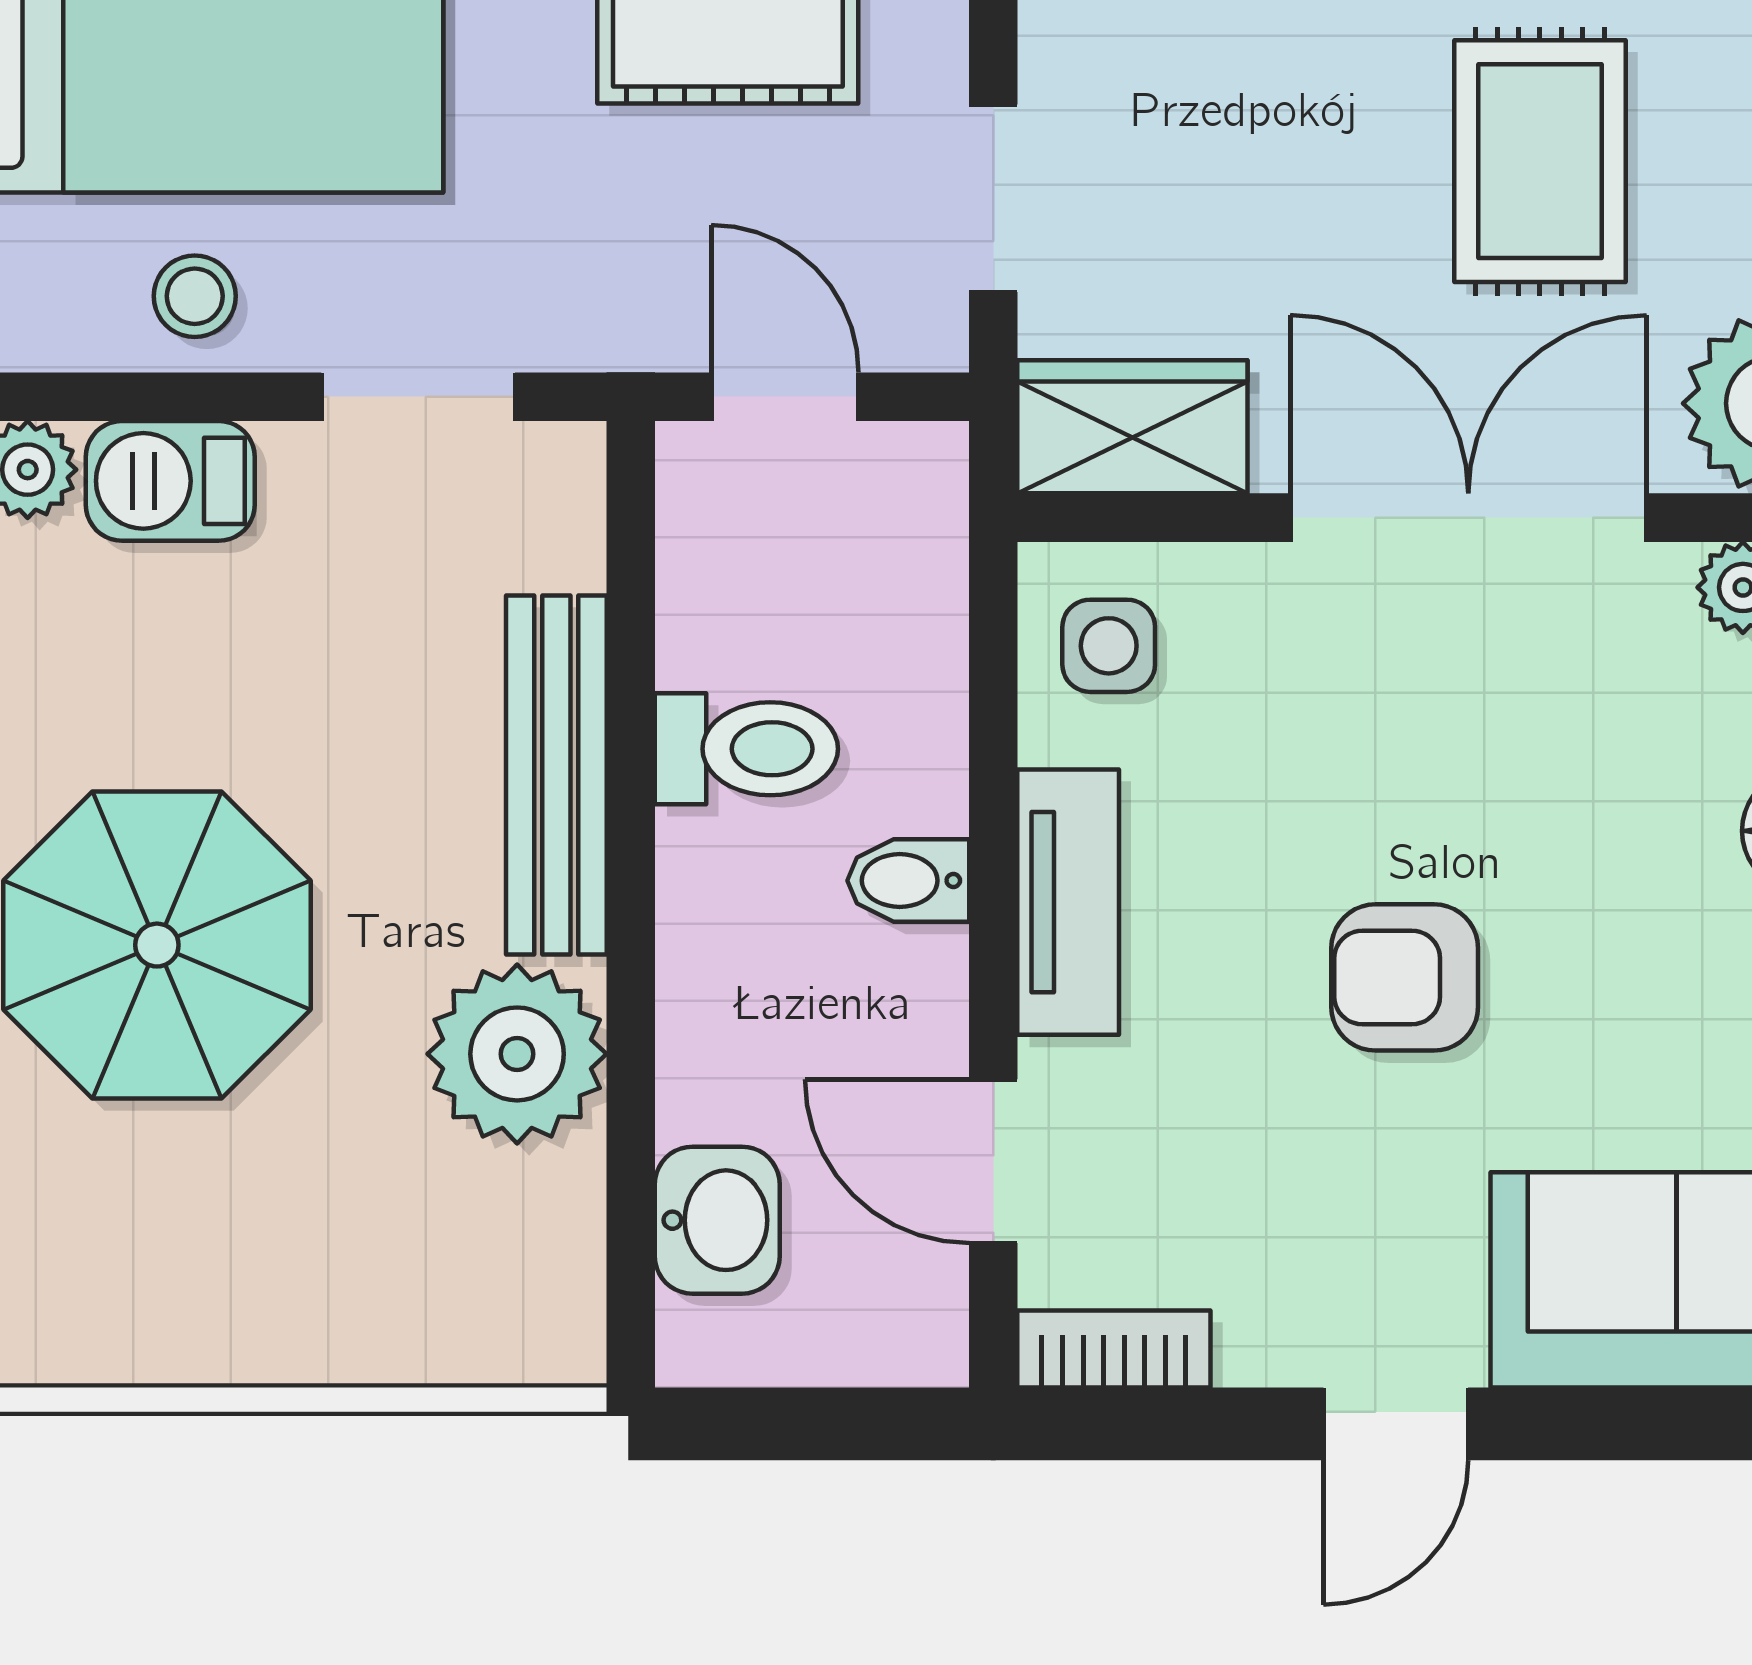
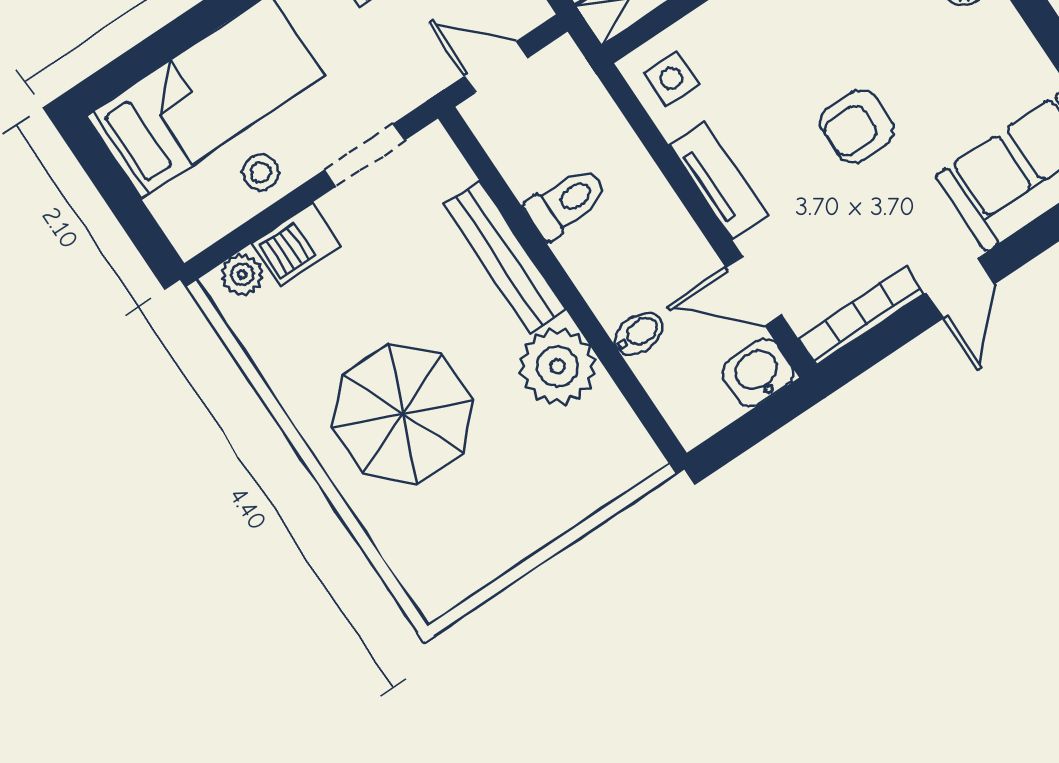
bidet: (908, 881) -> (639, 334), moved, turned 180
washbasin: (717, 1220) -> (758, 373), moved, turned -90
bookcase: (1114, 1349) -> (861, 316), width x1.56

